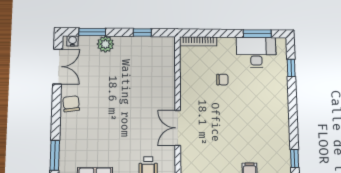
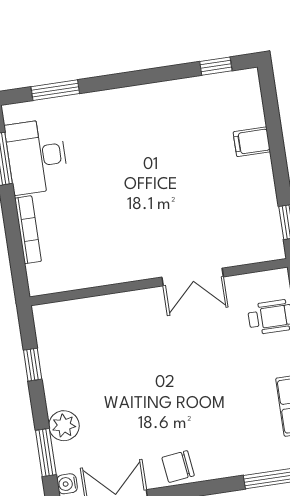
bookcase: (198, 41) -> (28, 230), moved
window: (291, 68) -> (55, 90), width x1.50
chair: (222, 80) -> (96, 211), removed

